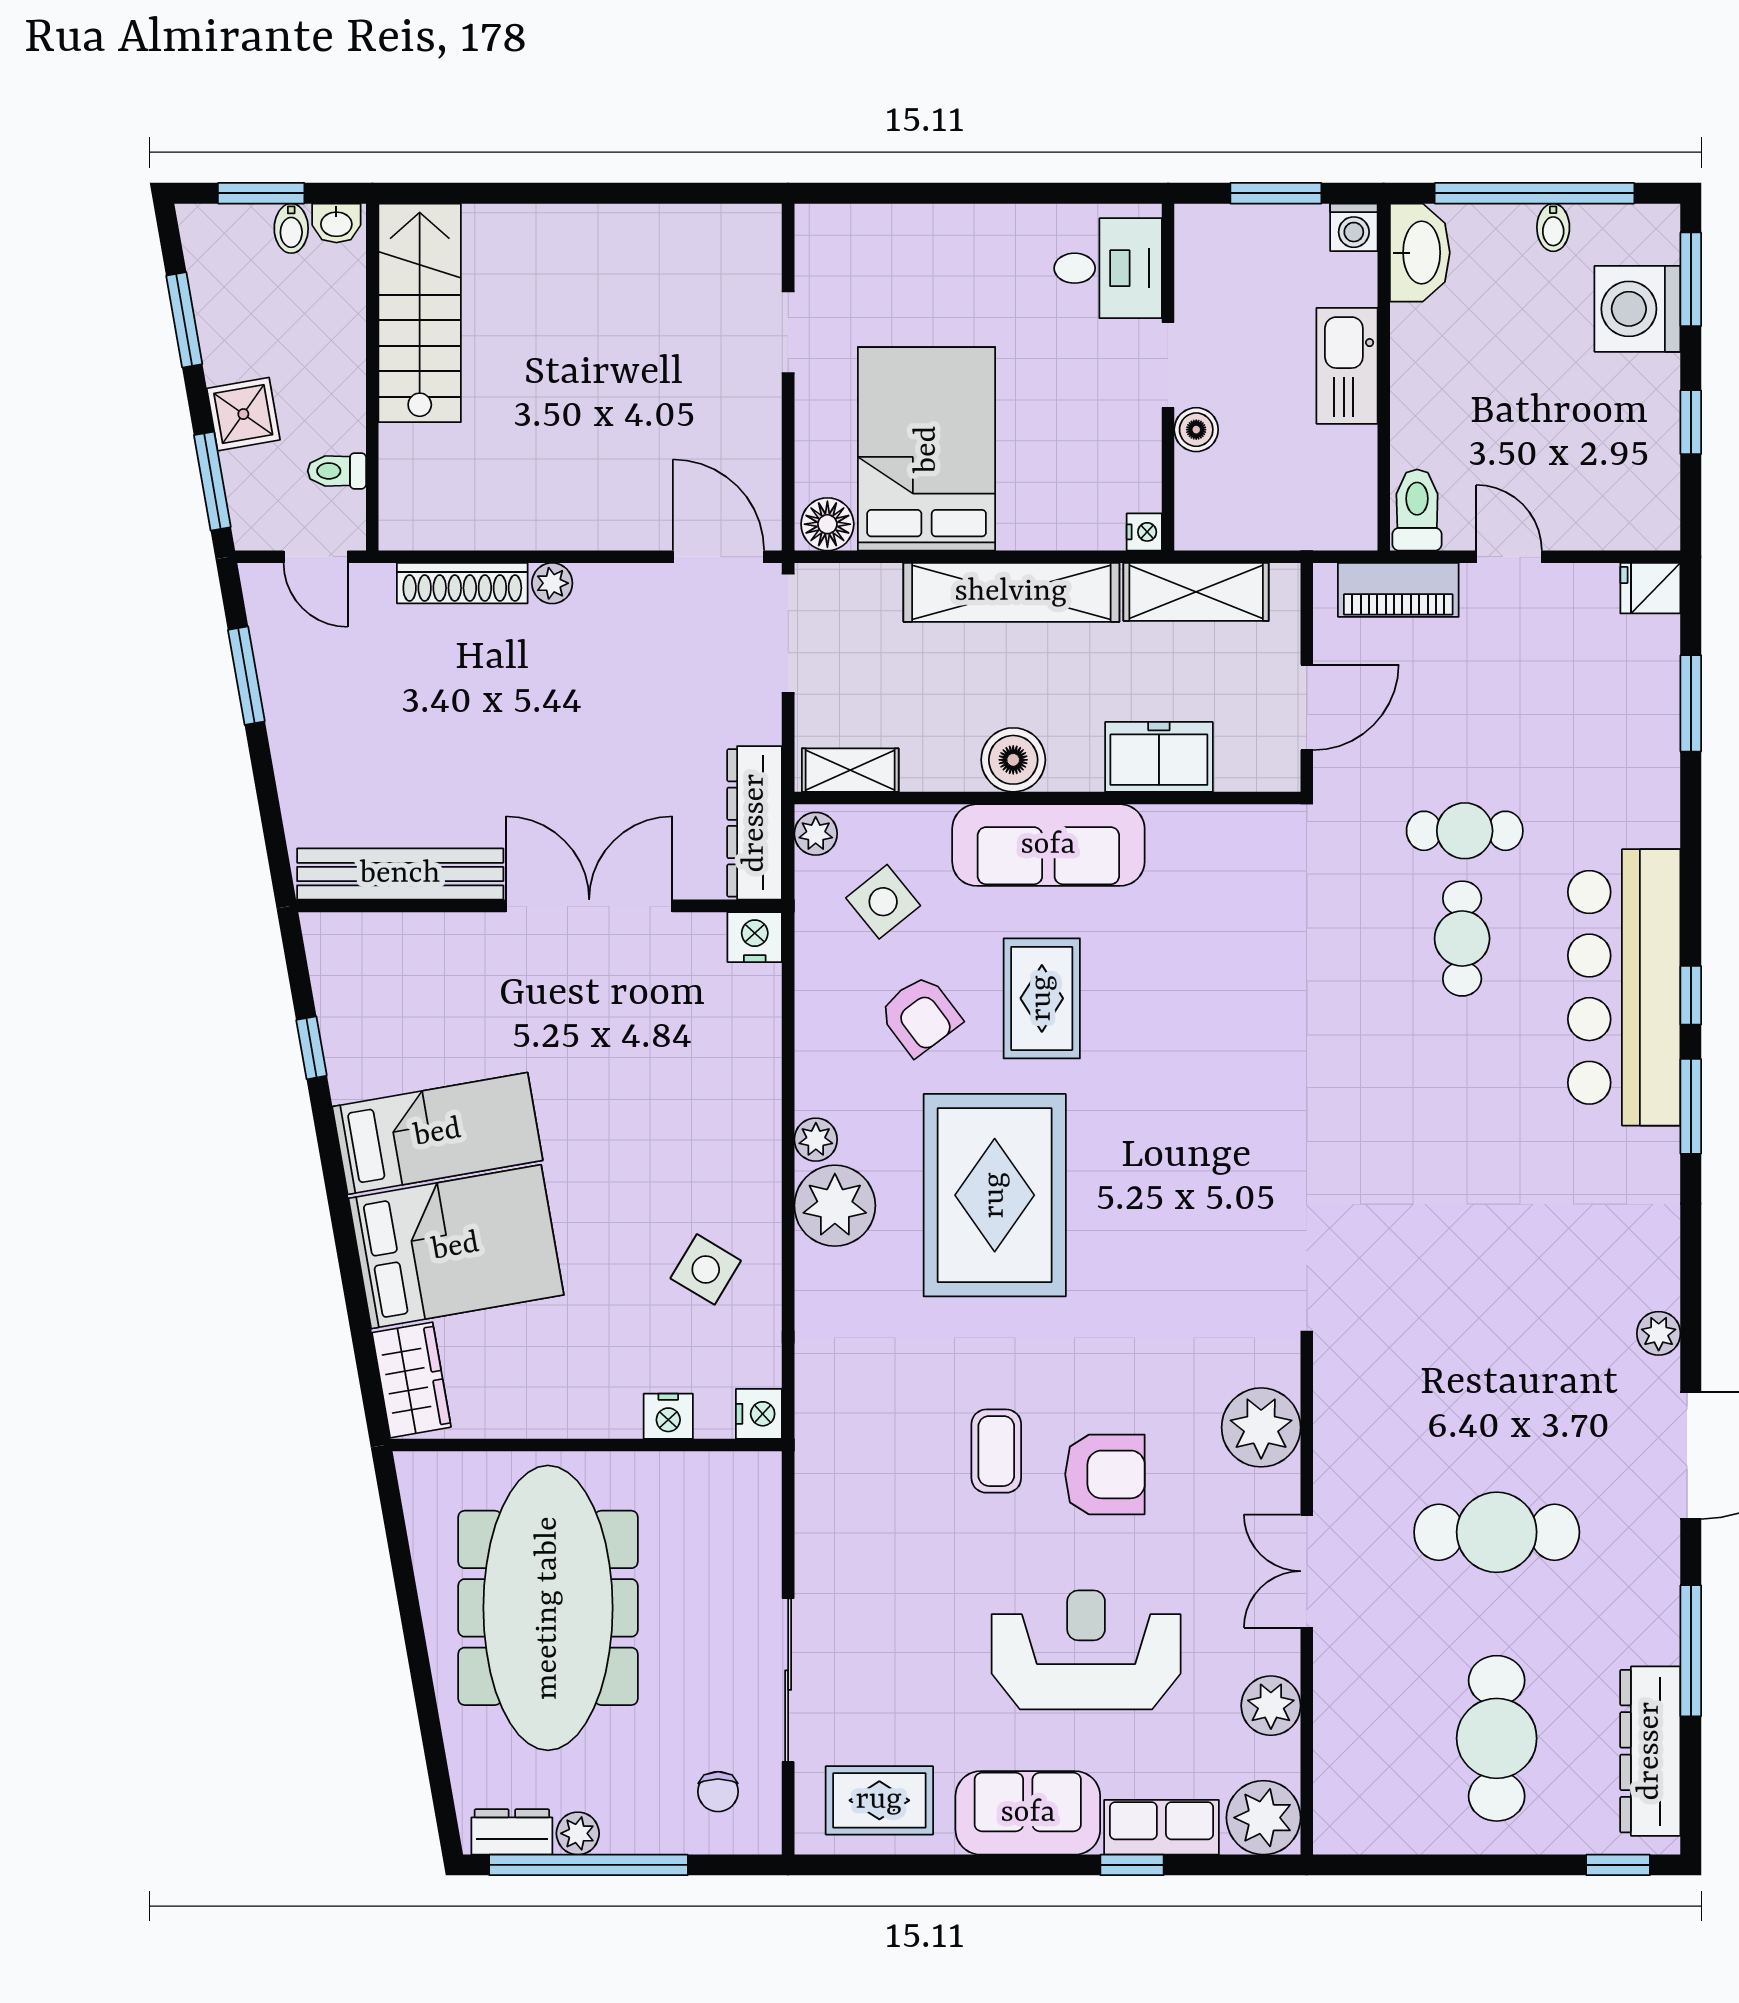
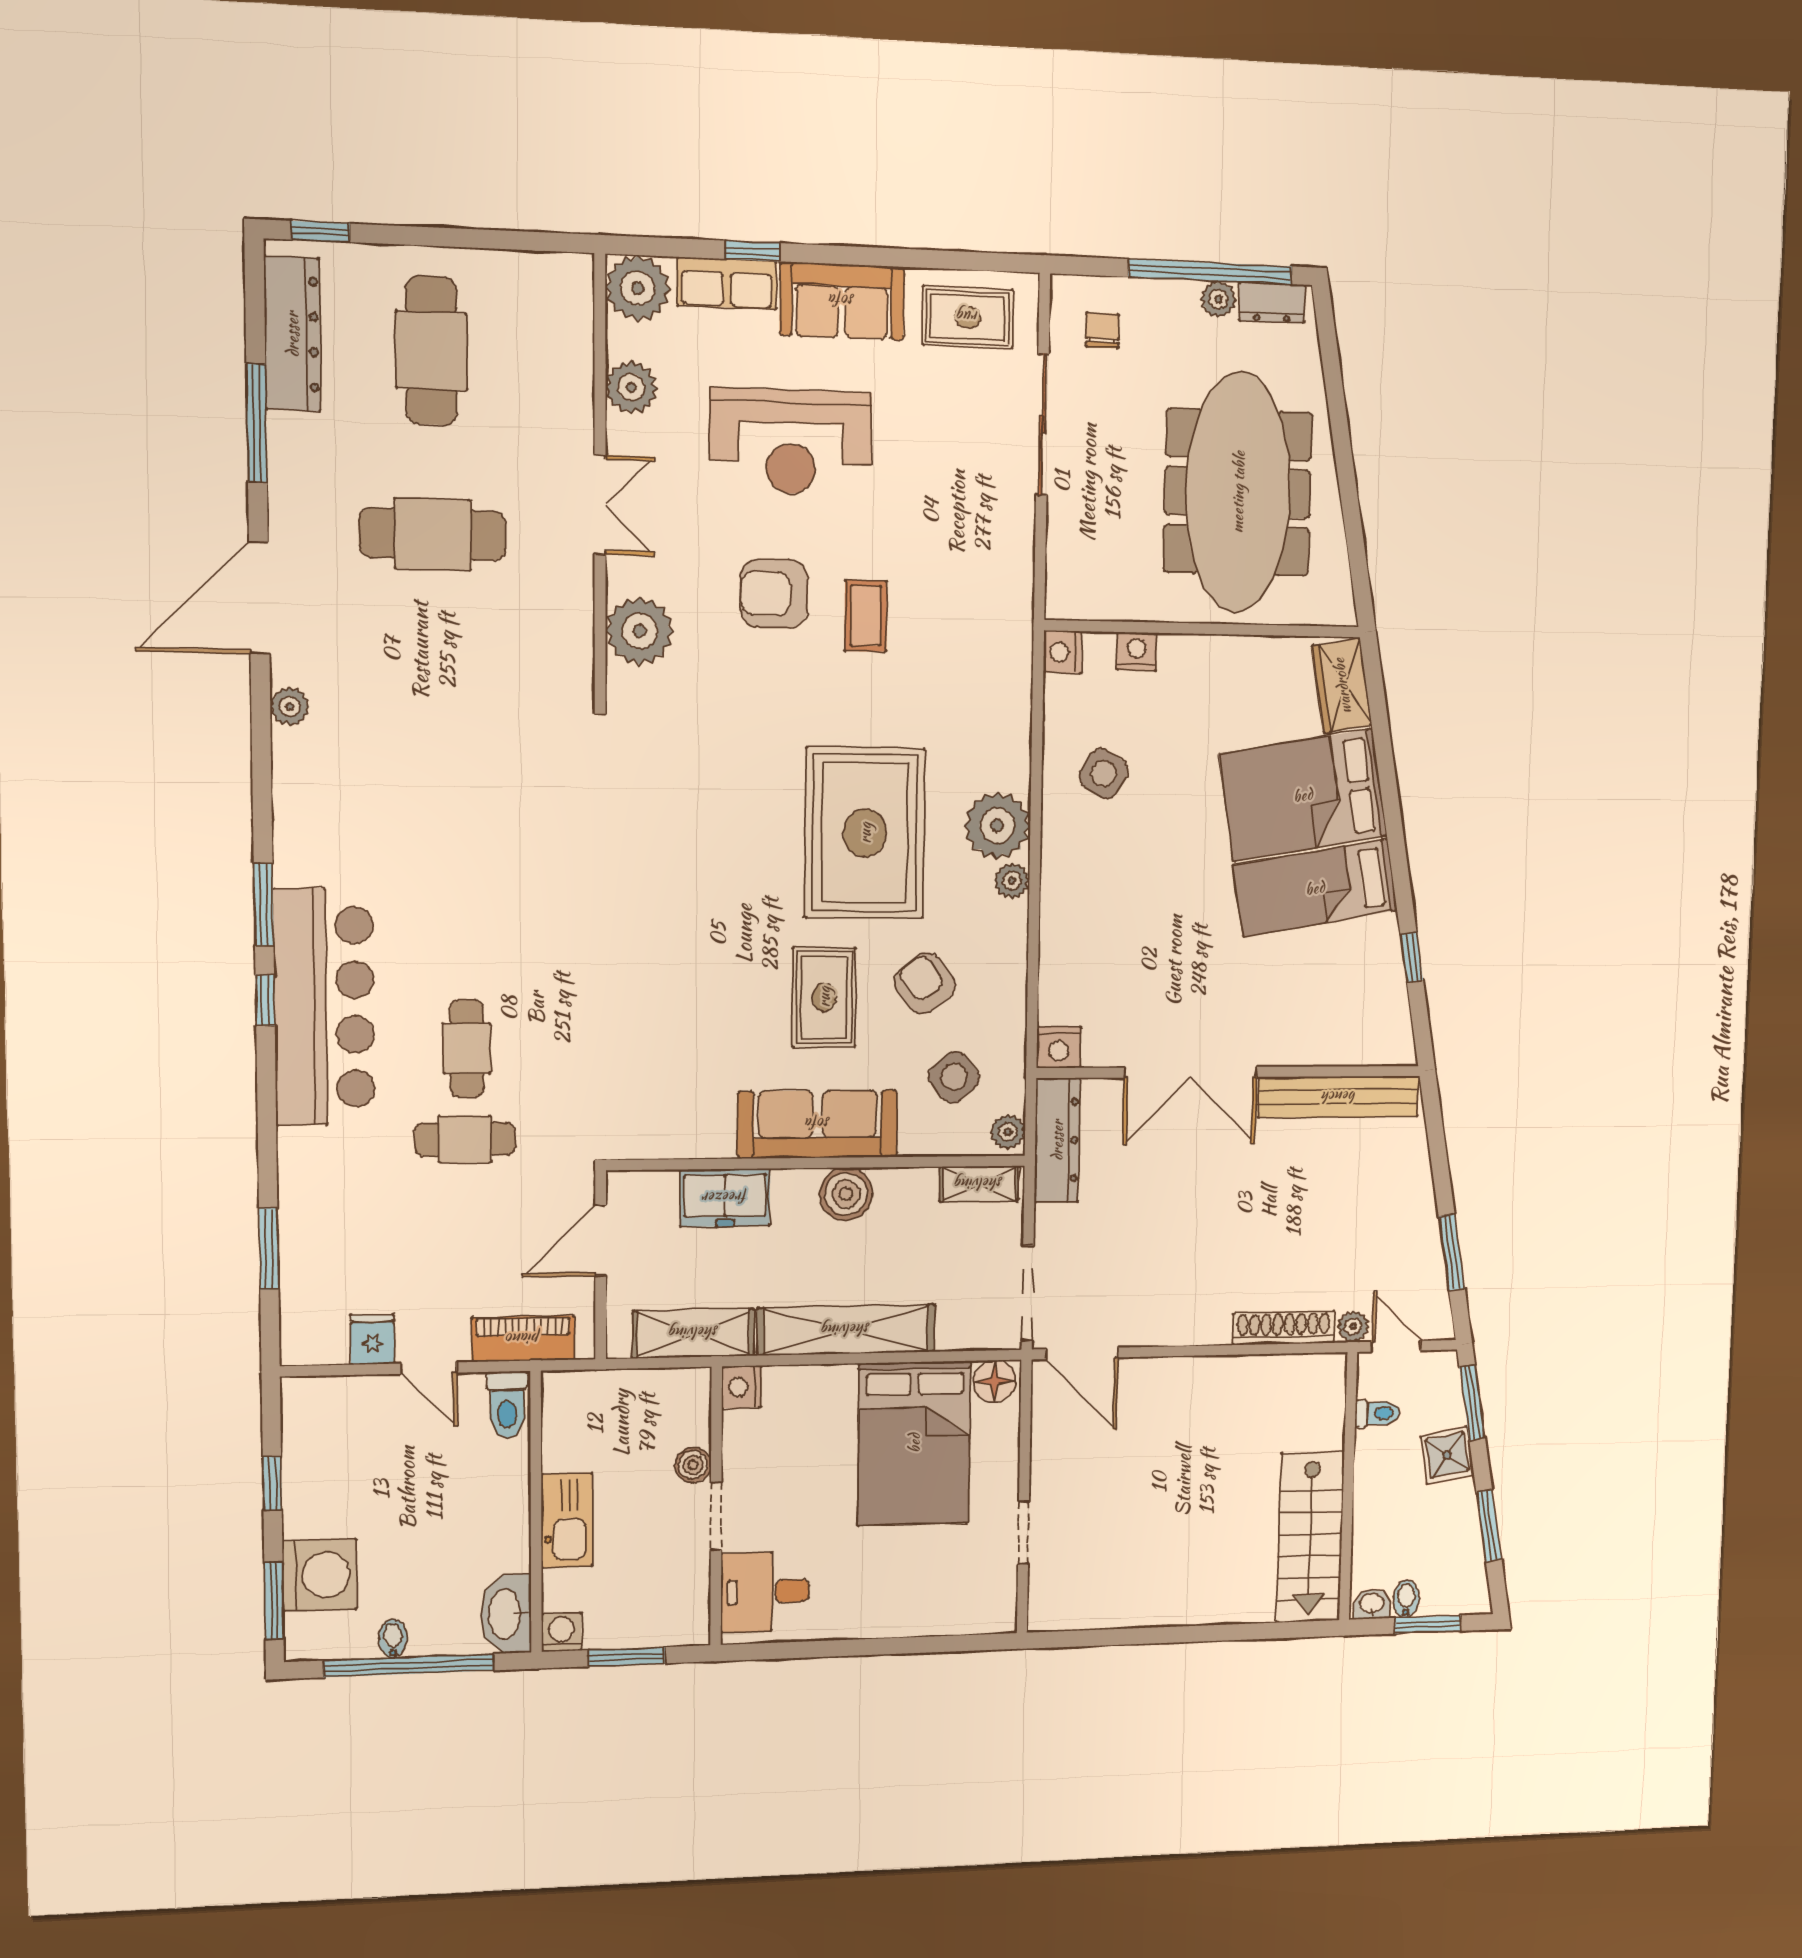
nightstand: (1144, 532) -> (741, 1387), width x1.39, depth x1.35
plant: (552, 583) -> (1353, 1326), moved
fridge: (1650, 588) -> (372, 1339), moved, turned -90

